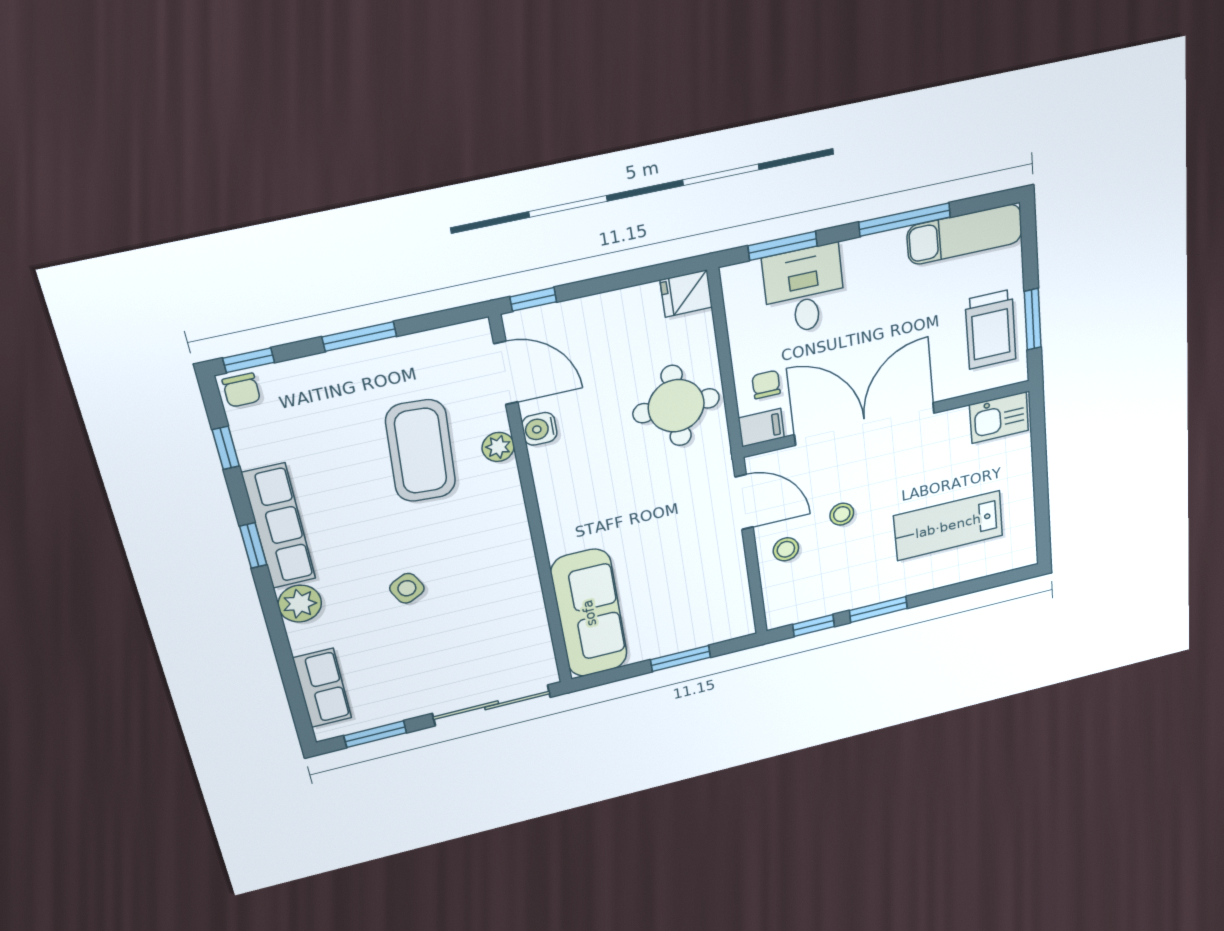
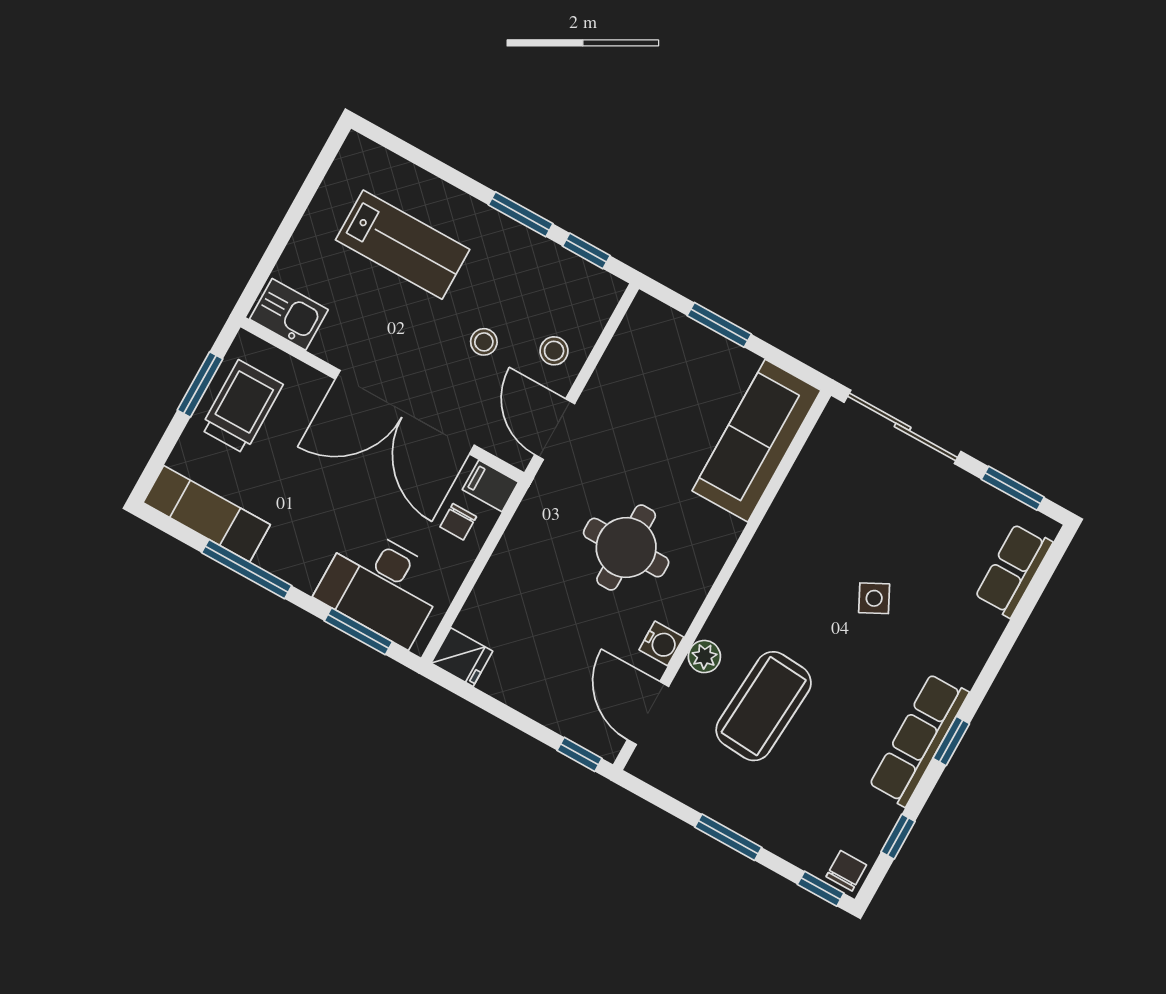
desk: (804, 290) -> (381, 586), width x1.37
round table: (676, 406) -> (626, 548), moved
plant: (300, 604) -> (963, 661), removed

